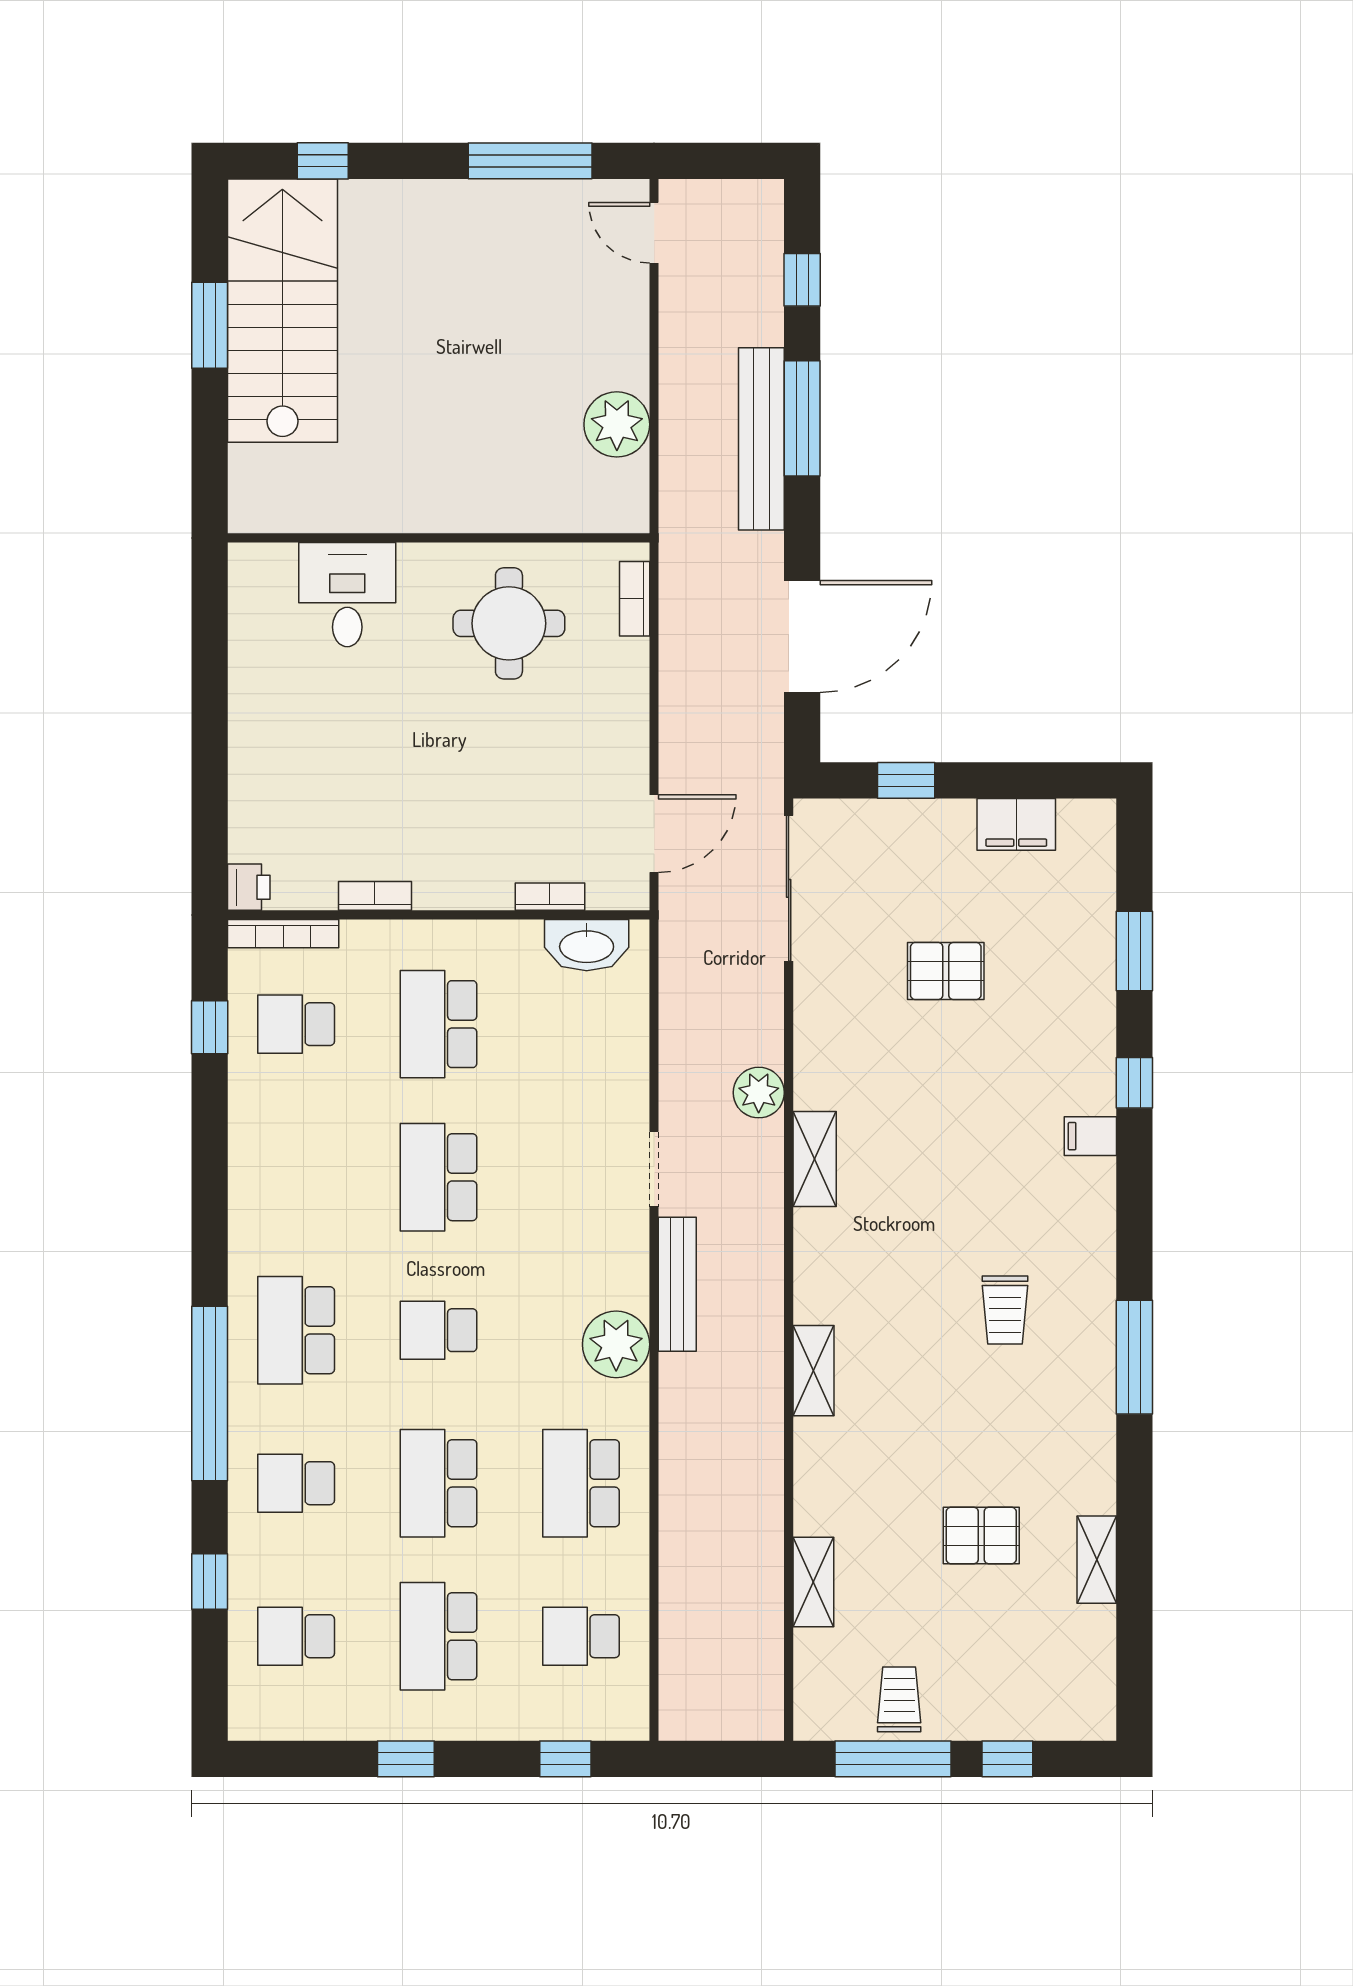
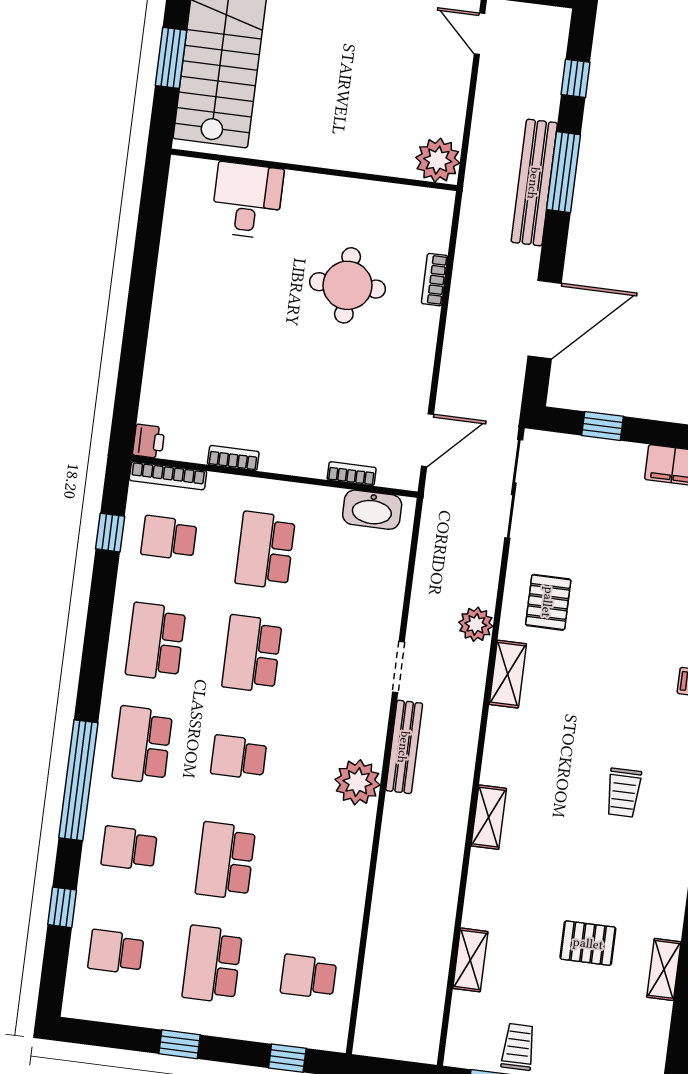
wall: (439, 538) -> (314, 170), moved
desk: (347, 595) -> (247, 200), moved
pallet: (946, 971) -> (548, 602), moved, turned 90
school desk: (581, 1483) -> (156, 641), moved

